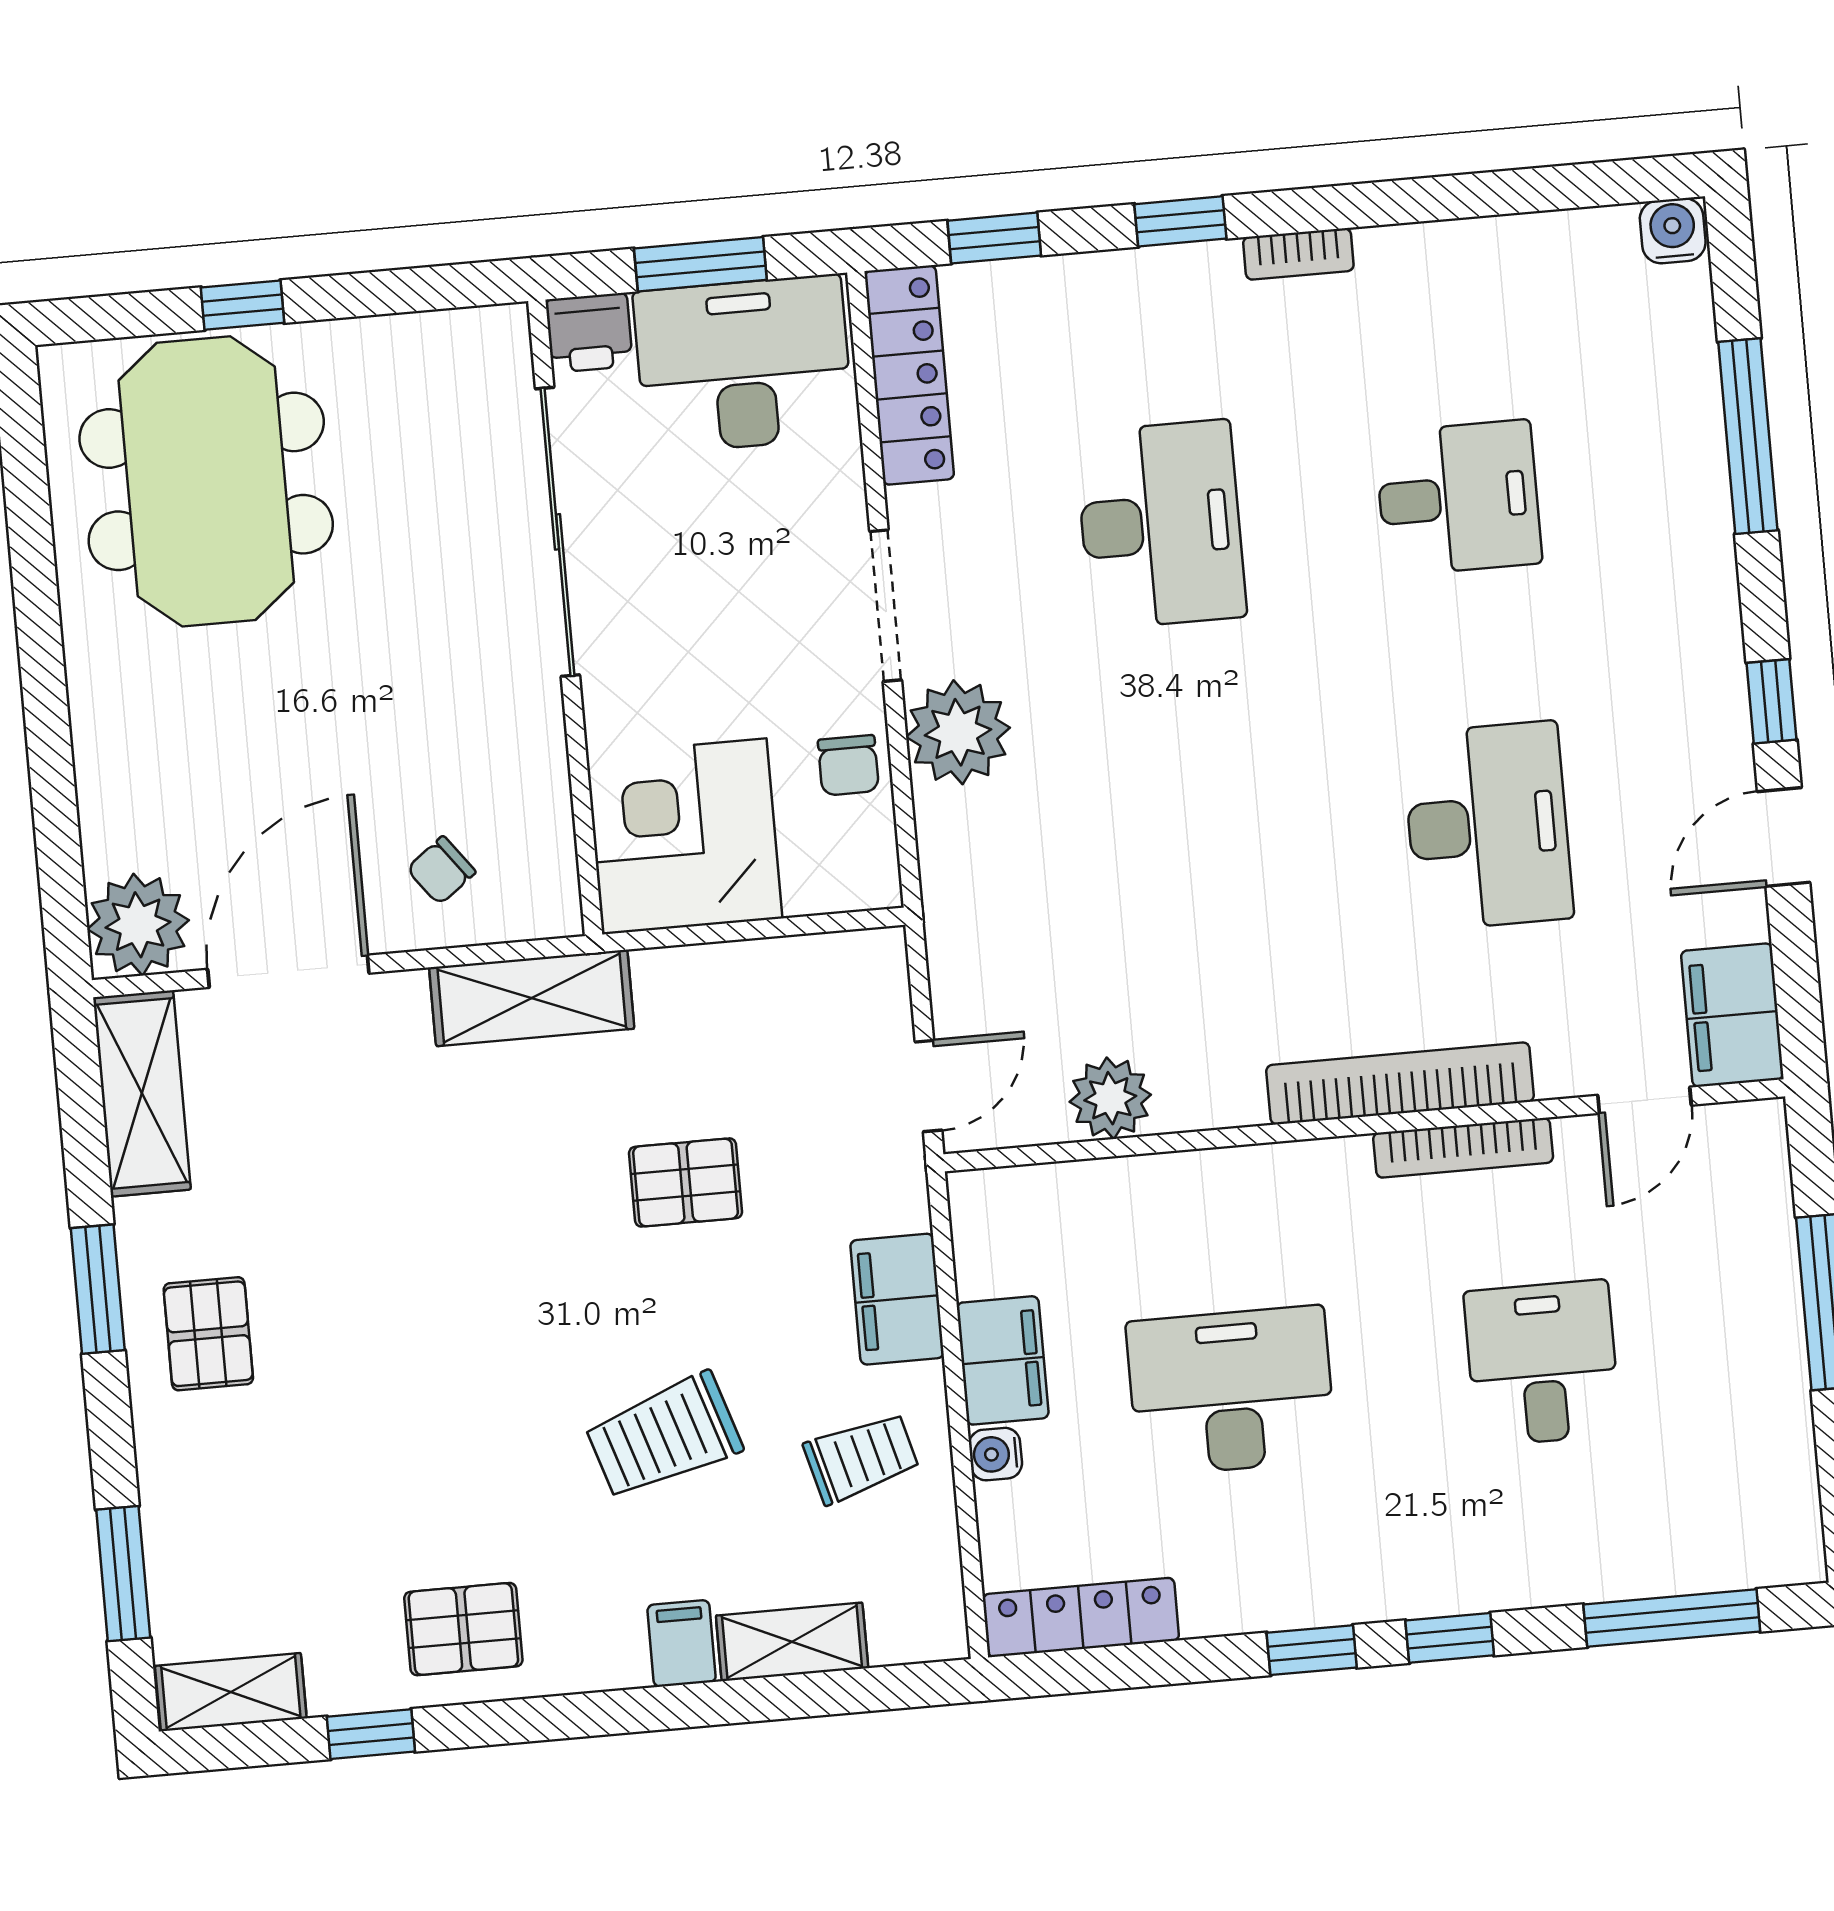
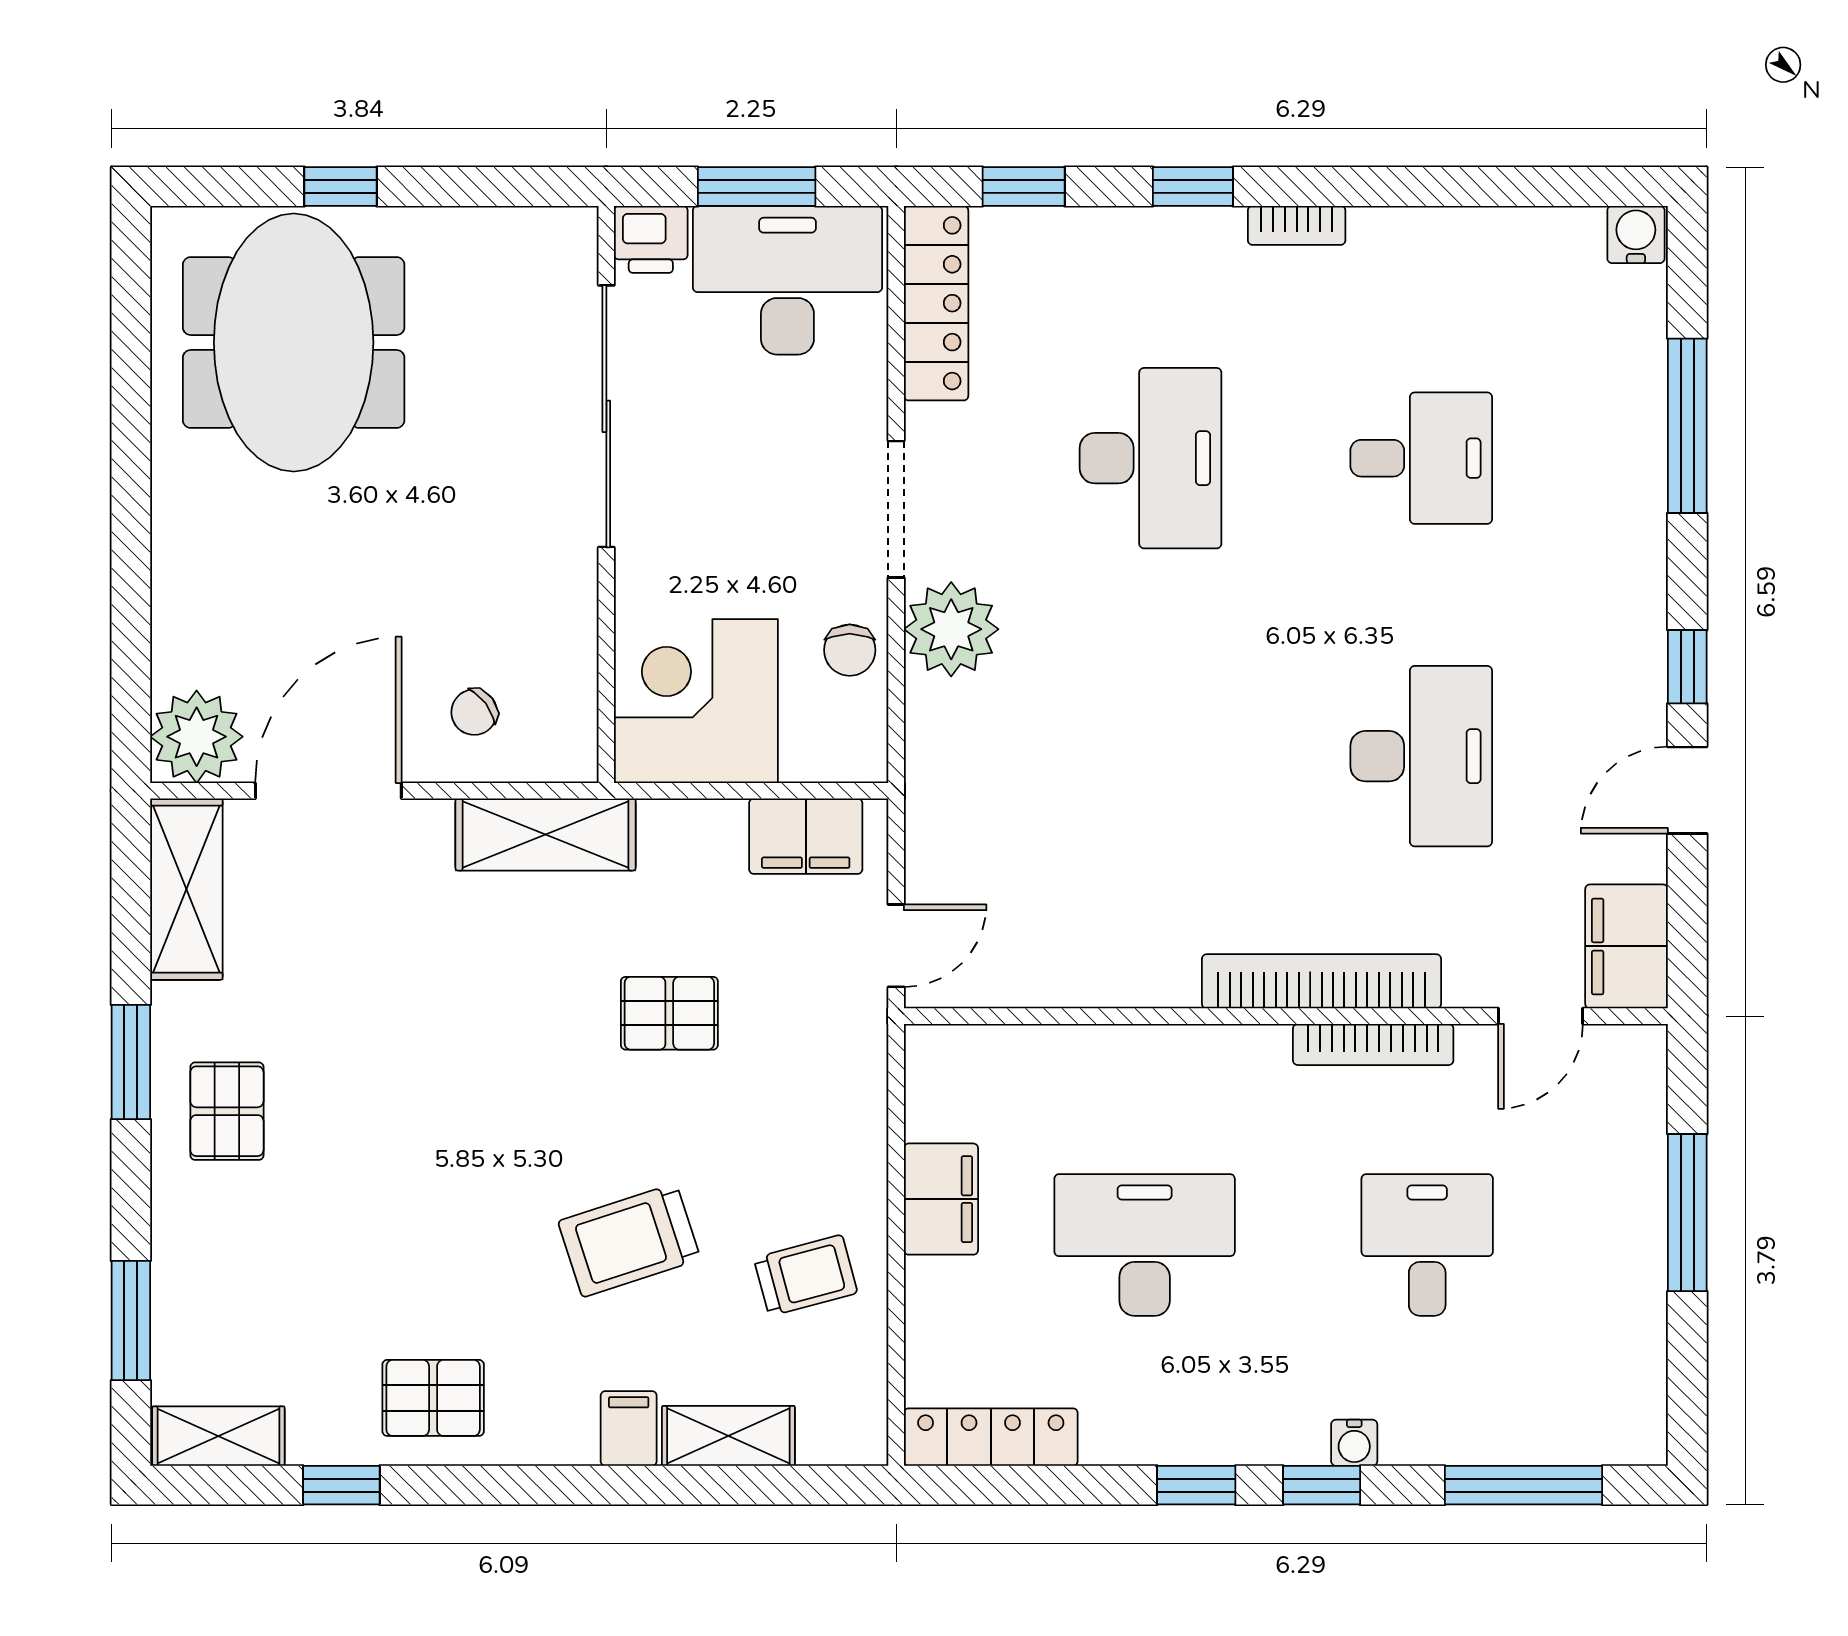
plant: (1110, 1098) -> (1059, 971), removed
filing cabinet: (897, 1299) -> (806, 836), moved, turned -90
water cooler: (995, 1454) -> (1354, 1443), moved, turned -90

